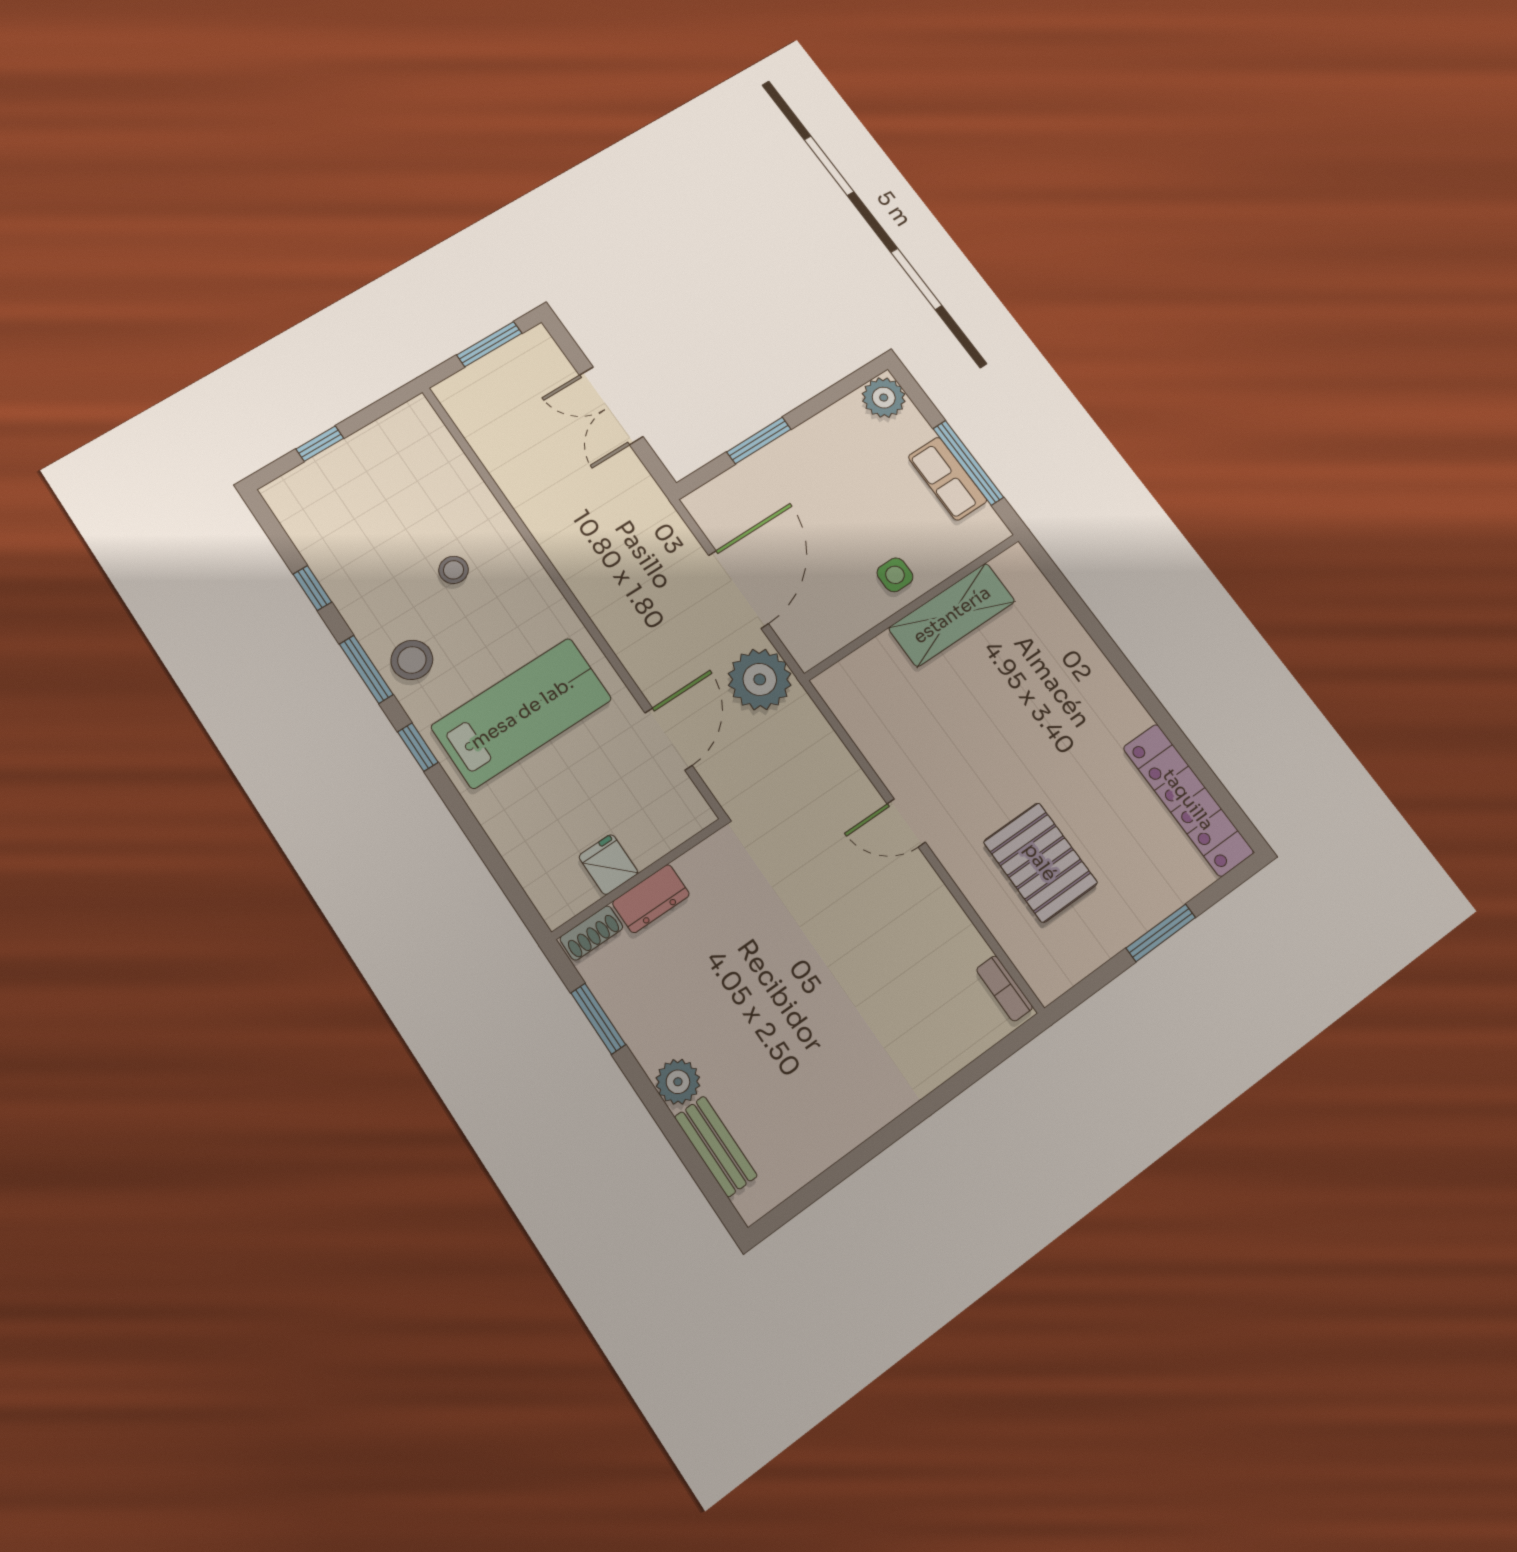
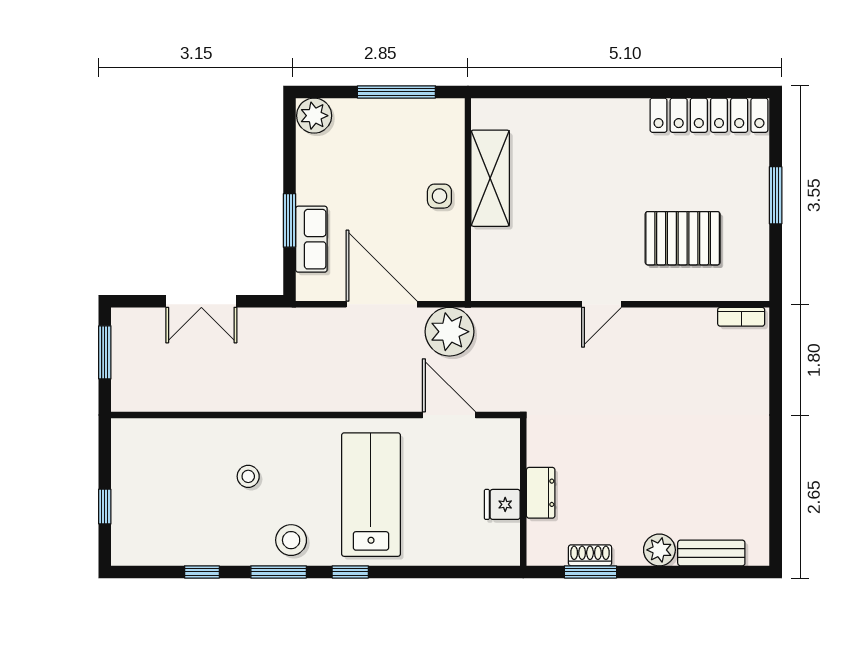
row of seats: (948, 479) -> (311, 239), moved, turned -90
shoe rack: (591, 933) -> (590, 555), moved, turned -90

